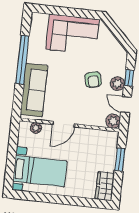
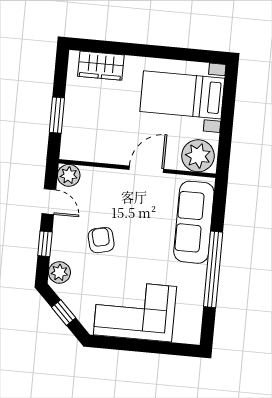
window: (118, 34) -> (64, 313), added
plant: (117, 84) -> (59, 272), moved
plant: (36, 128) -> (198, 156), width x1.88, depth x1.88
wardrobe: (105, 186) -> (101, 66), moved, turned 90

